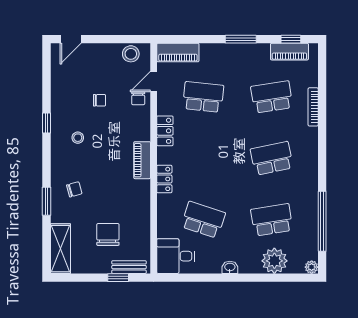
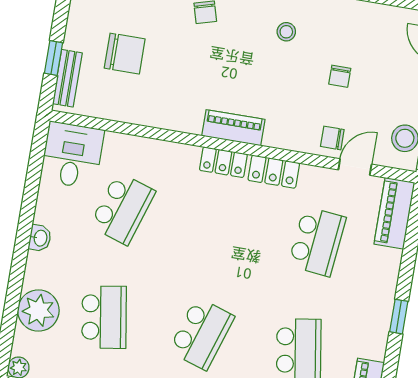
window: (241, 39) -> (399, 317), width x0.67
door: (154, 81) -> (355, 167), hinge flipped
school desk: (272, 158) -> (201, 334), turned 30
locker: (164, 179) -> (223, 162), moved

